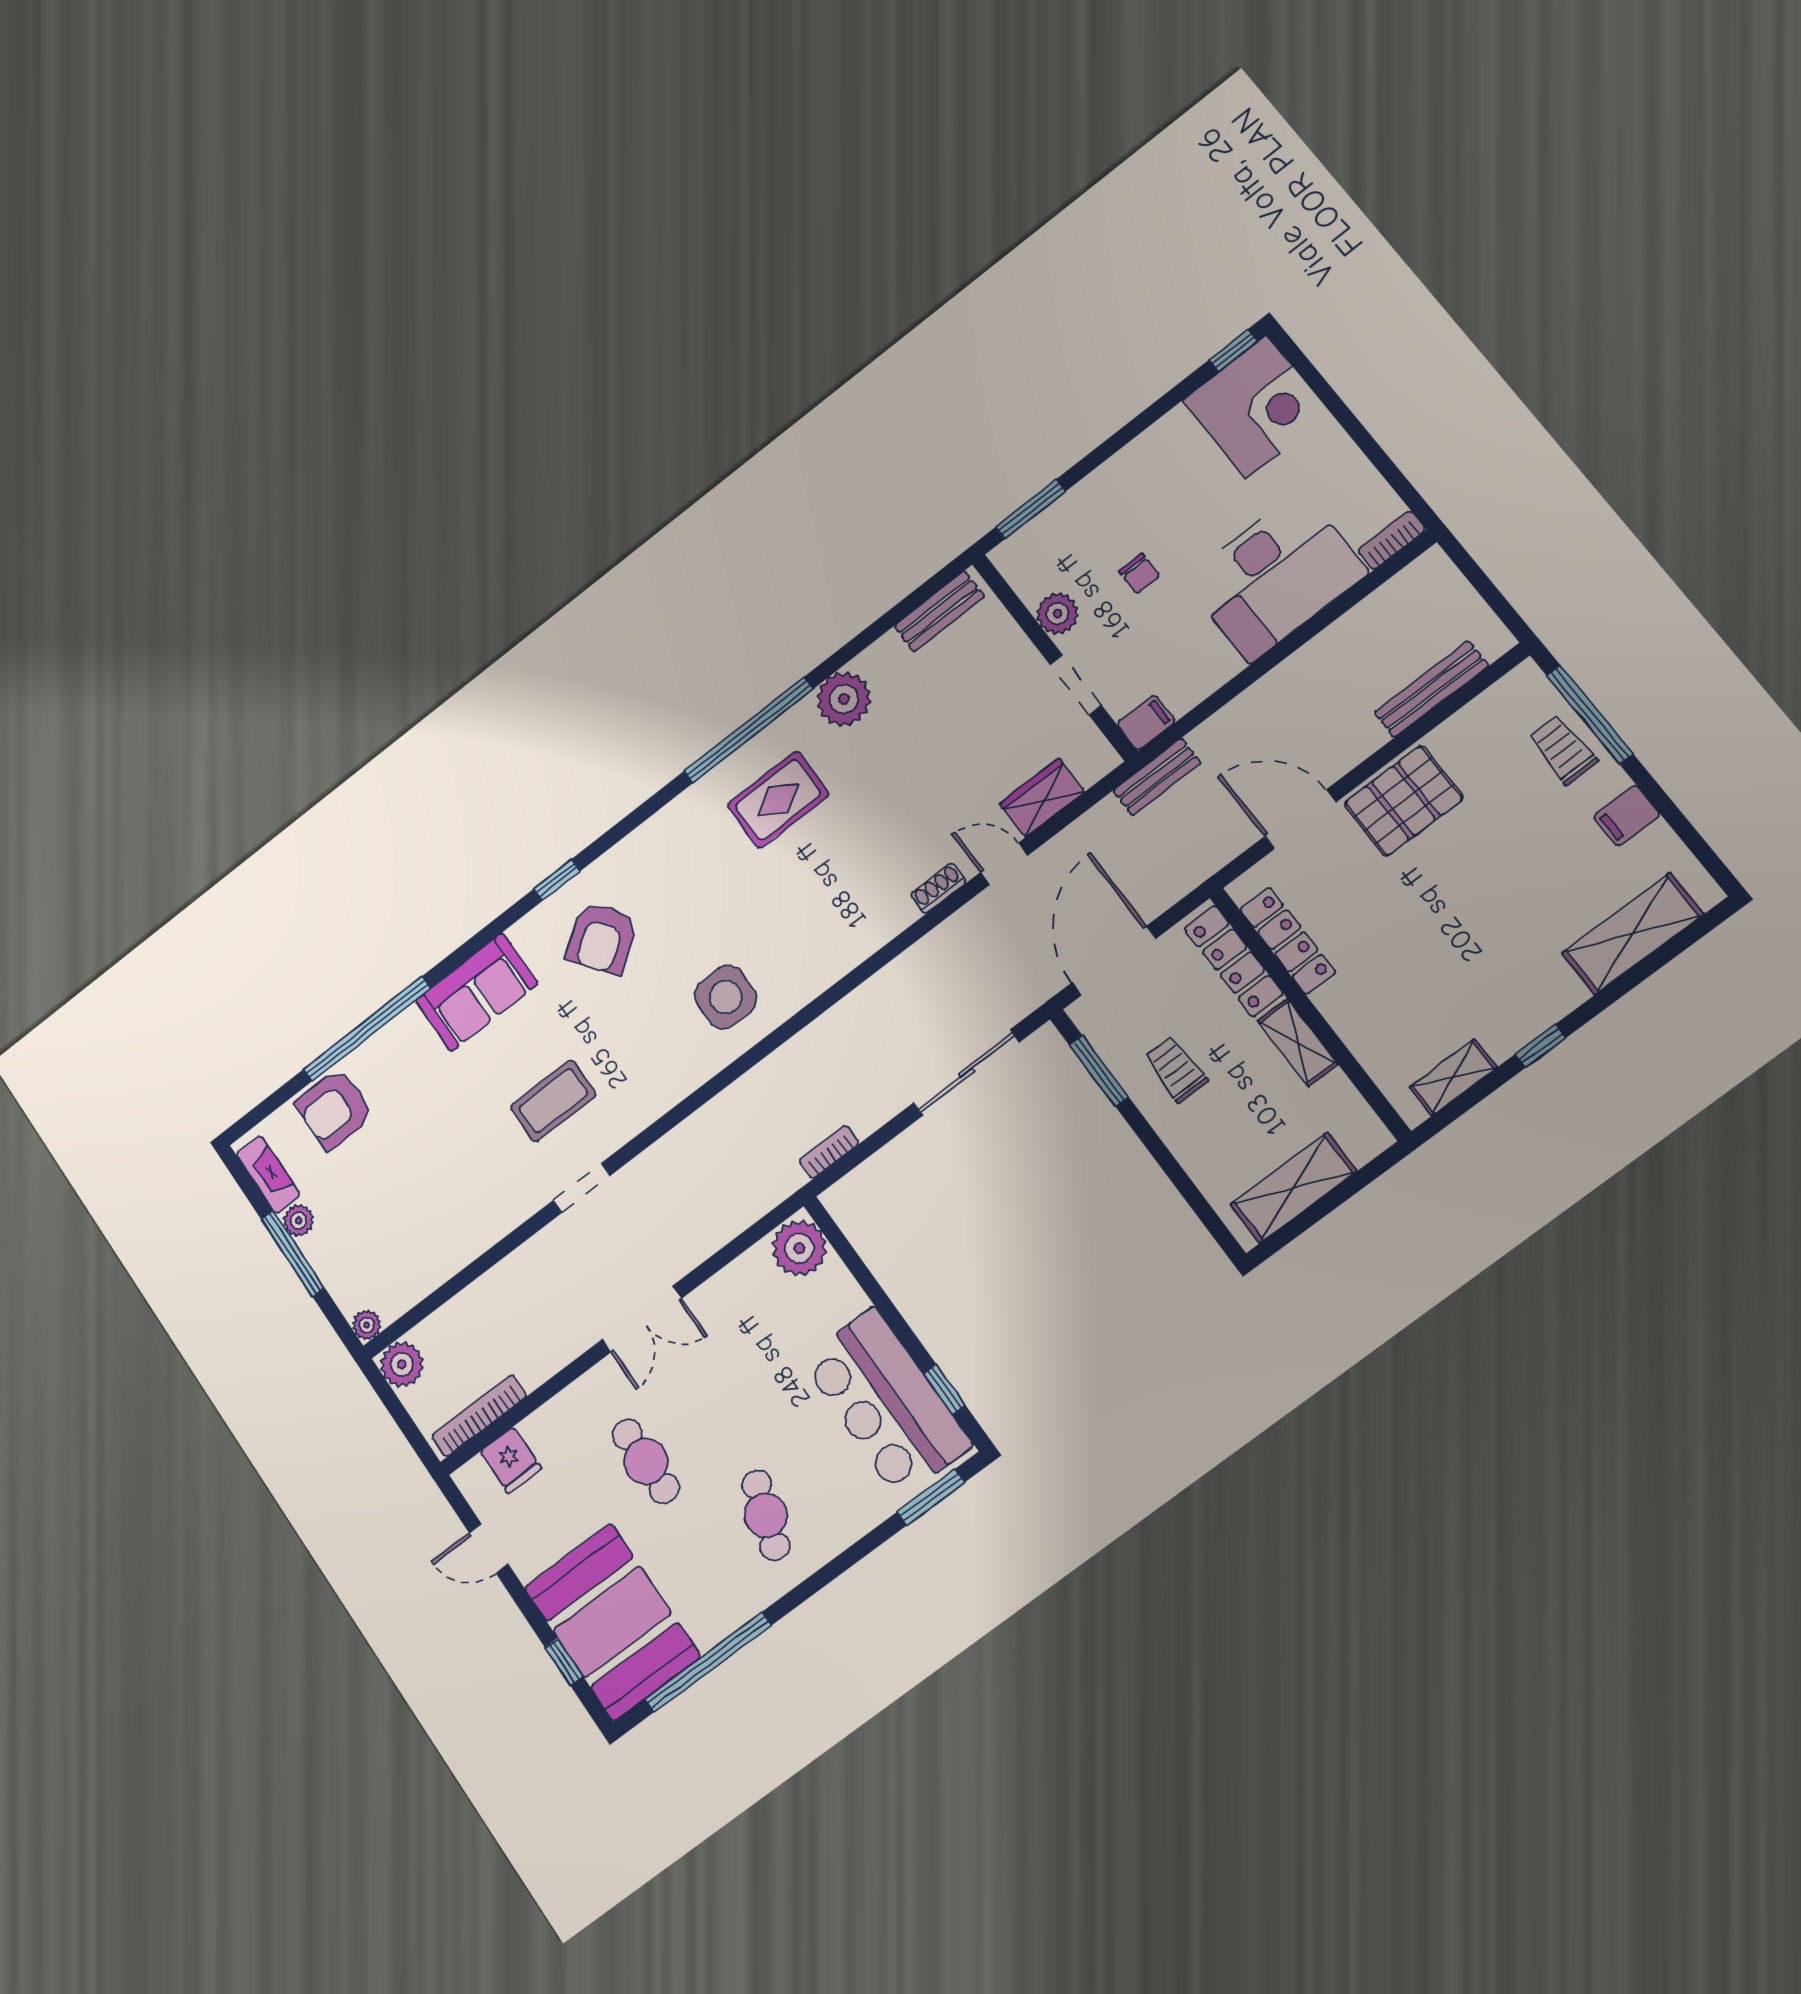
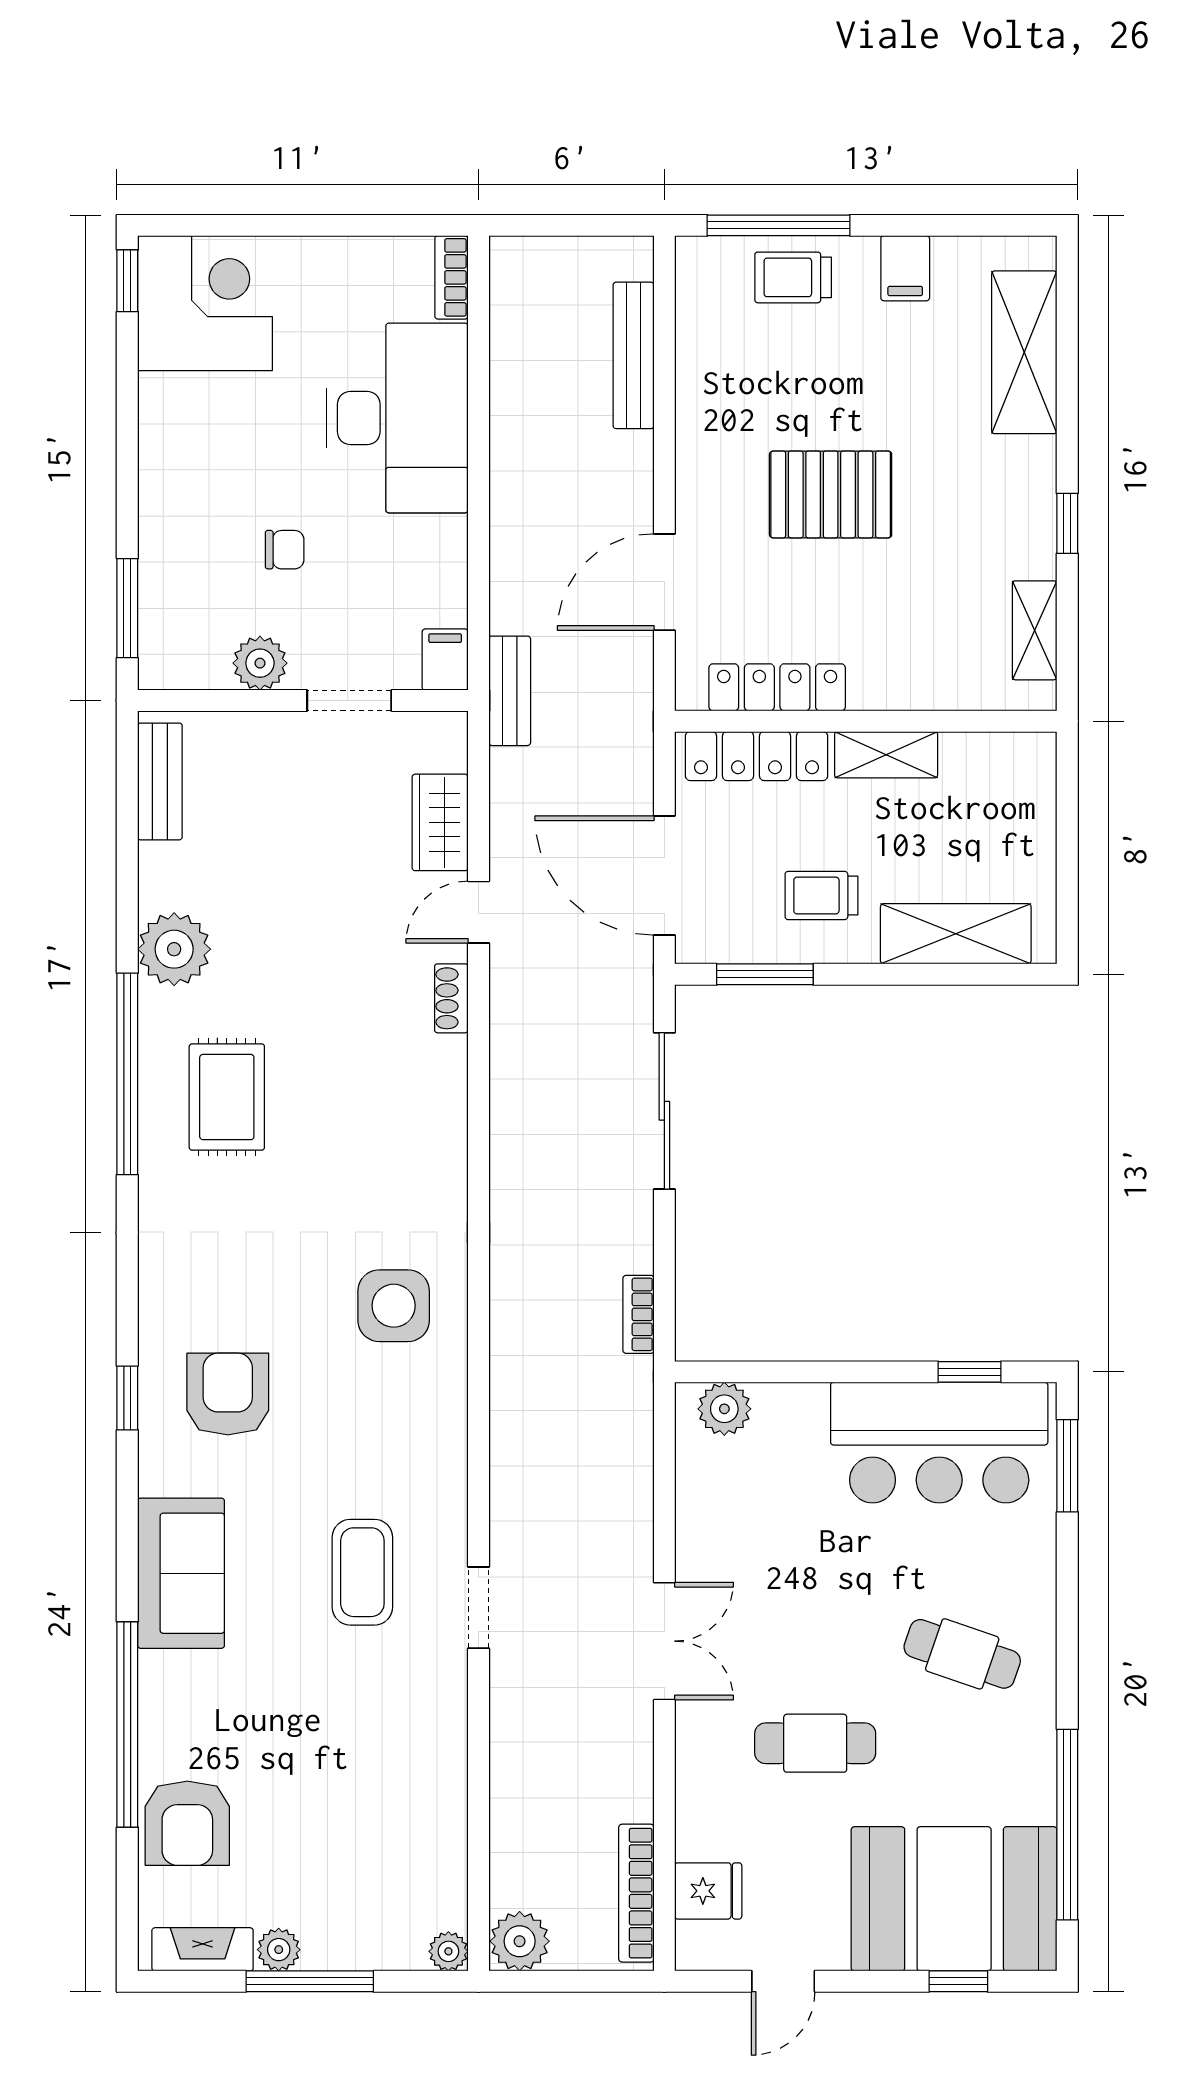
pallet: (1404, 801) -> (831, 494), moved, turned 90
armchair: (601, 938) -> (228, 1394), turned -144
shelving: (1293, 1188) -> (956, 934), moved, turned 90
plant: (799, 1248) -> (724, 1409), width x0.73, depth x0.73

